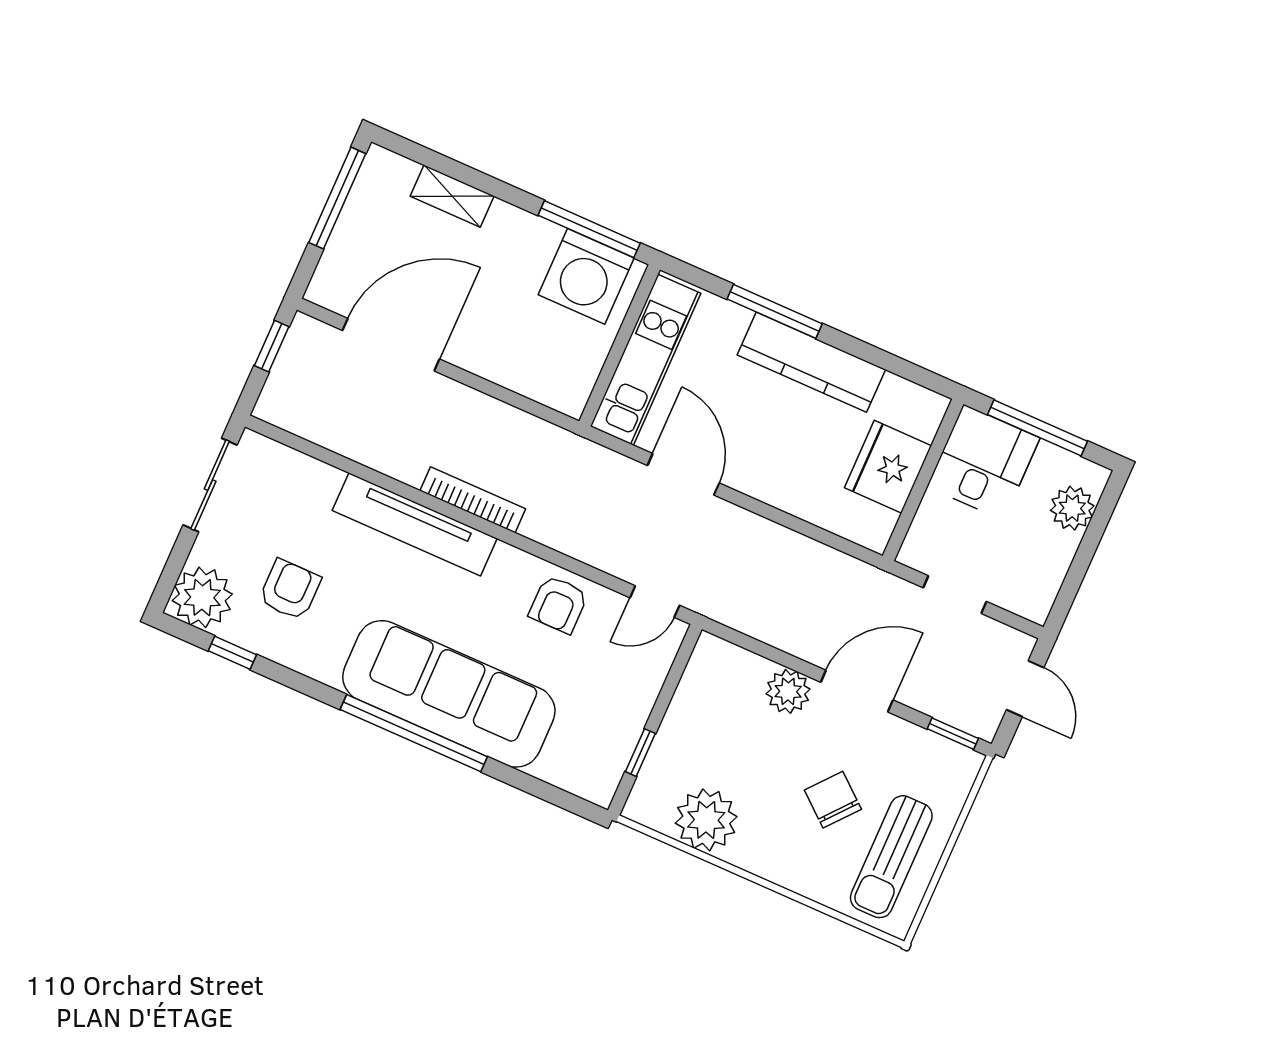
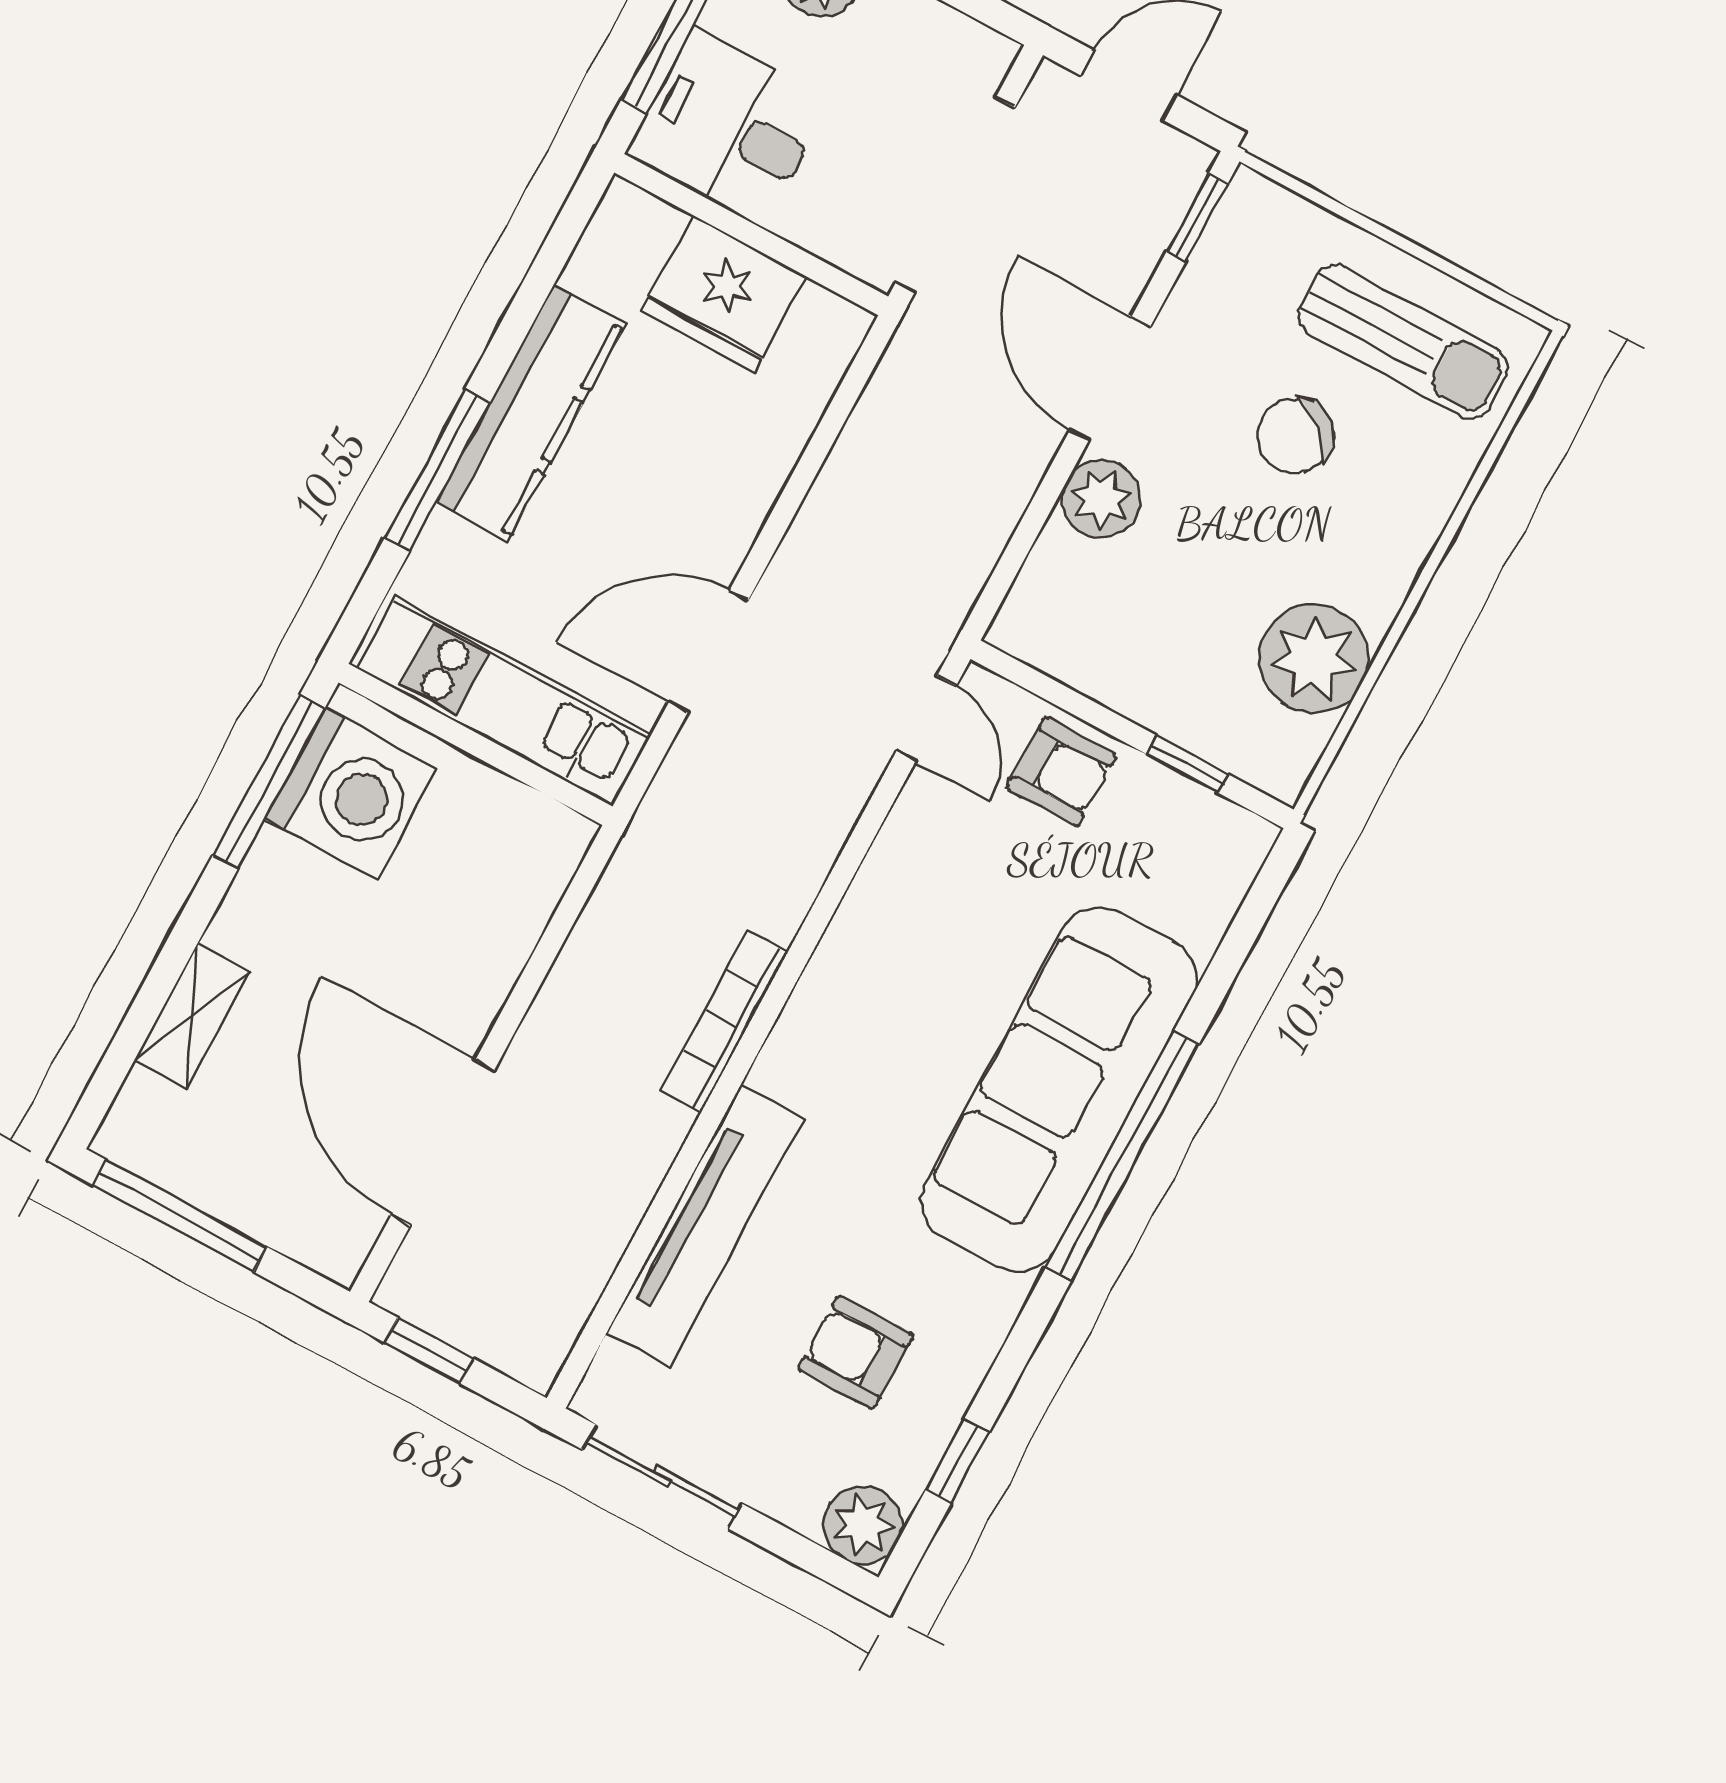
tv unit: (415, 524) -> (705, 1226), moved
doorway: (955, 595) -> (955, 195), width x1.87
plant: (202, 597) -> (863, 1525), width x0.73, depth x0.73
armchair: (558, 604) -> (1061, 772), moved

